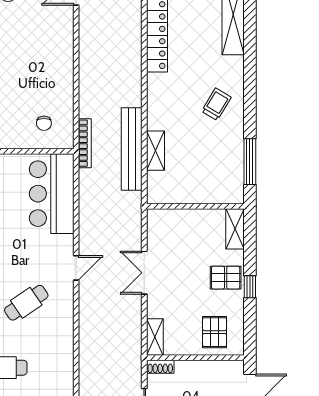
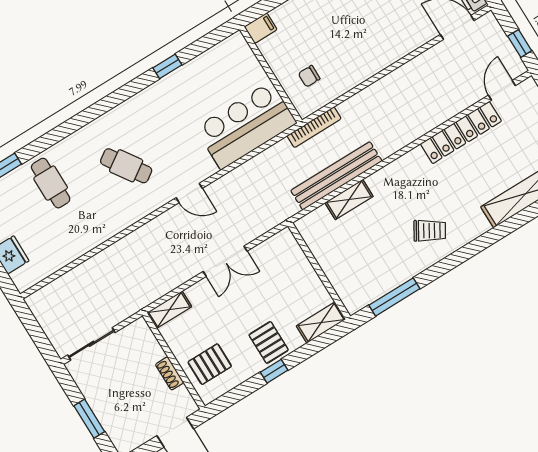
double door: (144, 273) -> (225, 261), swing flipped
shoe rack: (160, 367) -> (170, 373), moved

